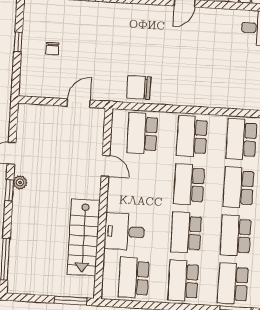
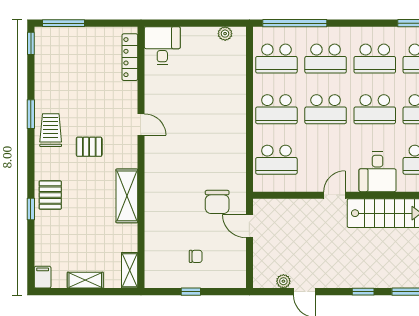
chair: (139, 88) -> (217, 202), moved
door: (105, 166) -> (334, 195), moved
plant: (20, 182) -> (283, 281), moved
window: (9, 190) -> (363, 292), moved

